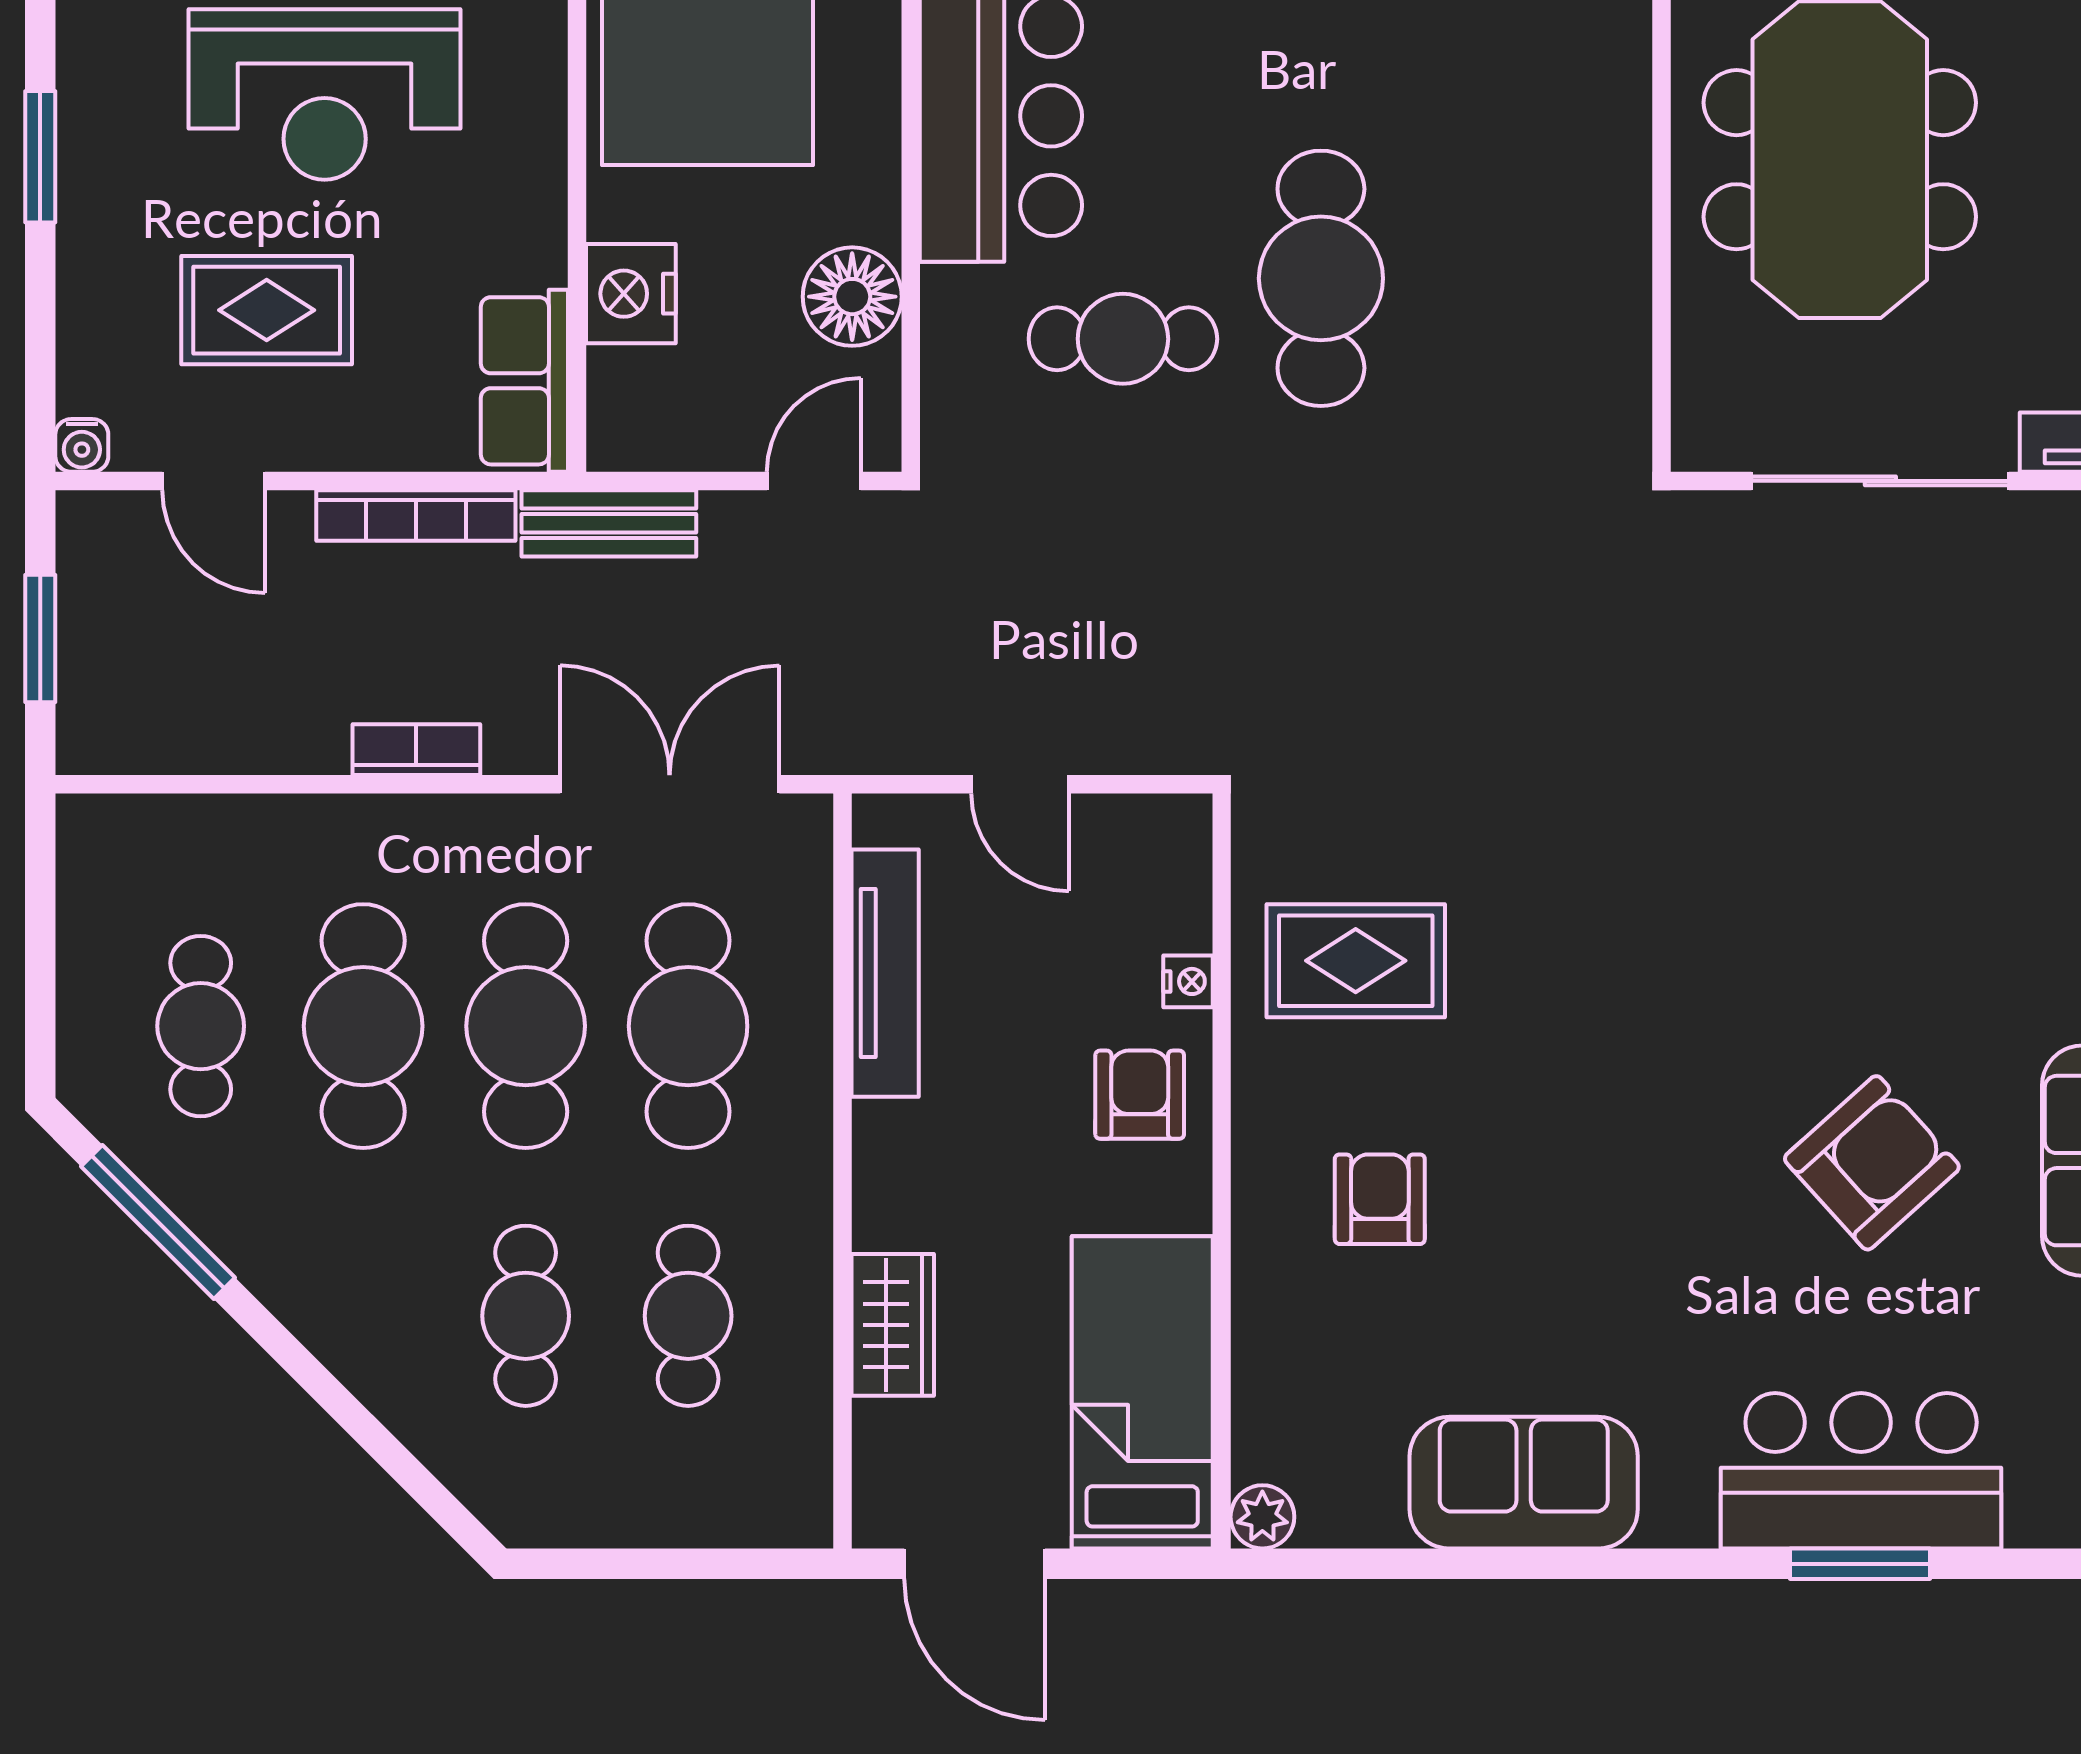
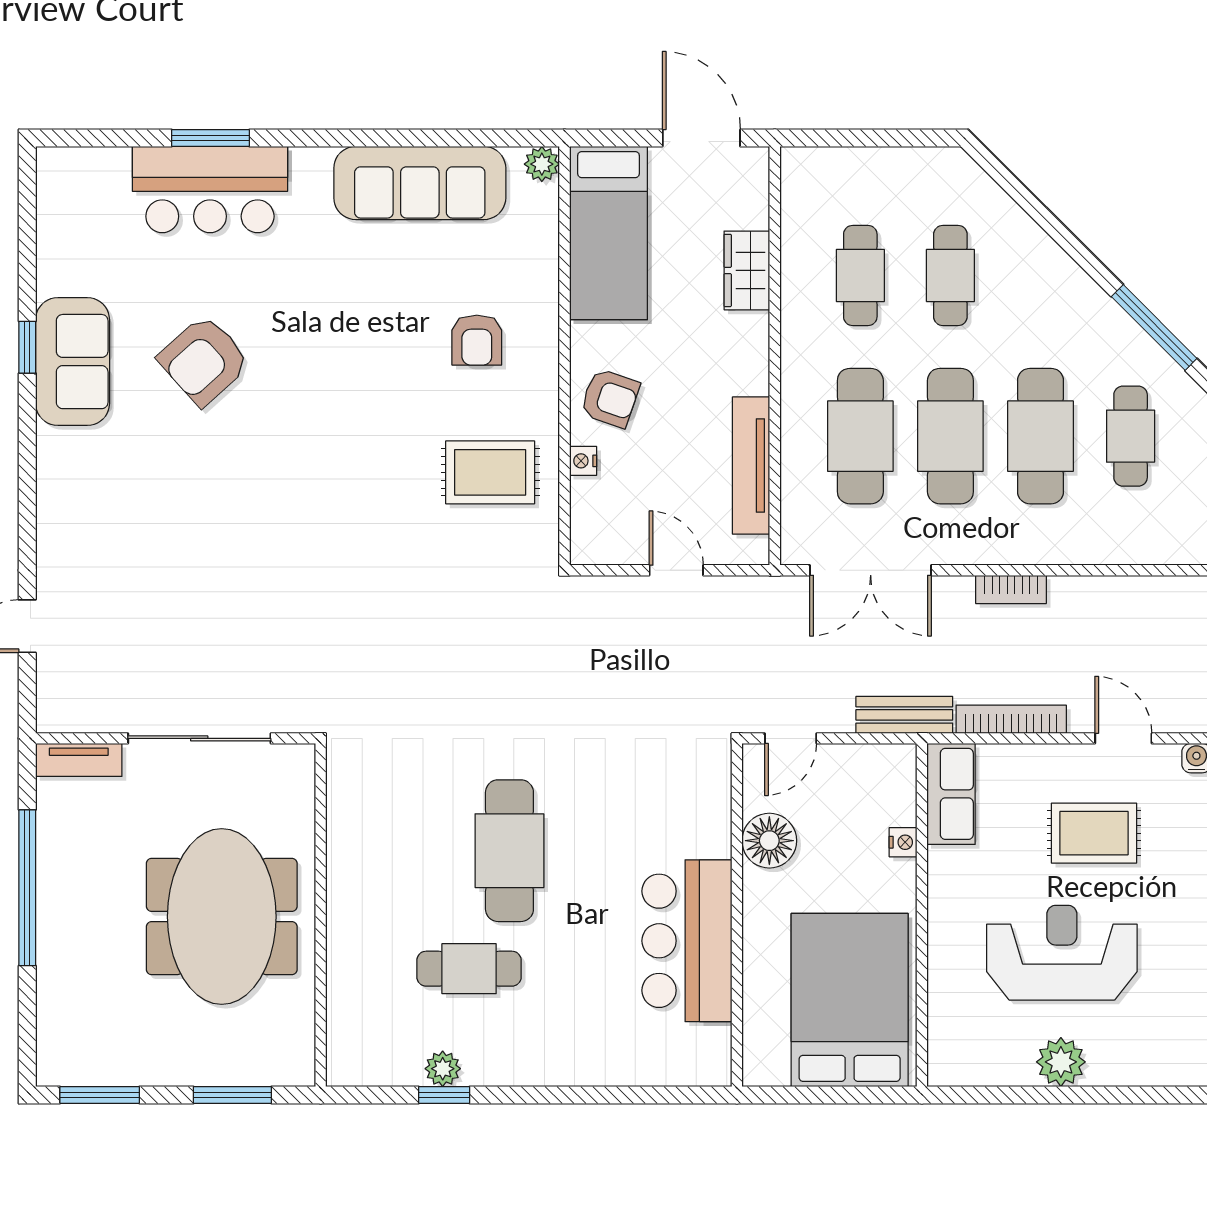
nightstand: (631, 294) -> (903, 842), width x0.53, depth x0.56
cafe table: (1123, 339) -> (469, 969), moved
armchair: (1140, 1095) -> (610, 398), turned -71
sofa: (1524, 1483) -> (420, 183), width x1.36

